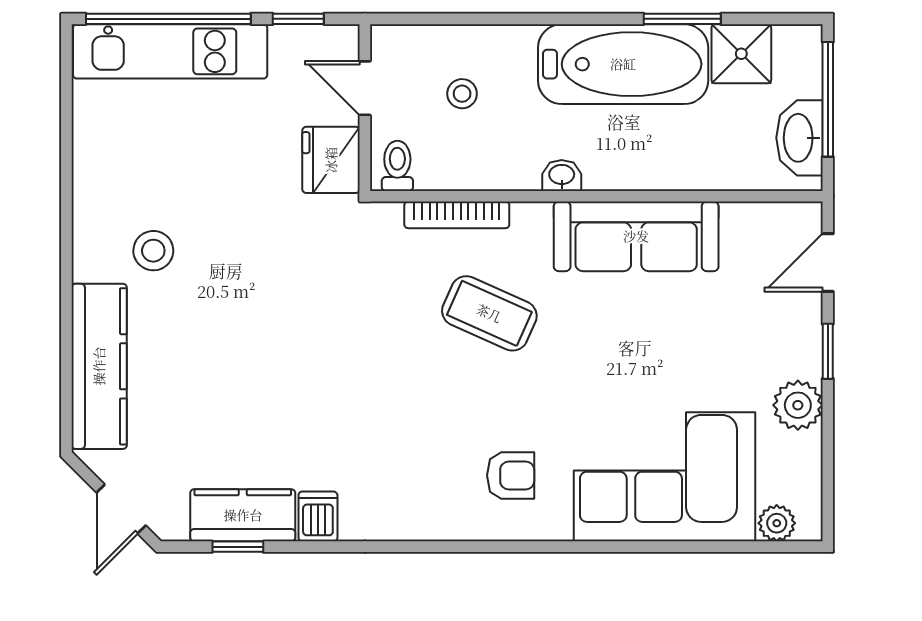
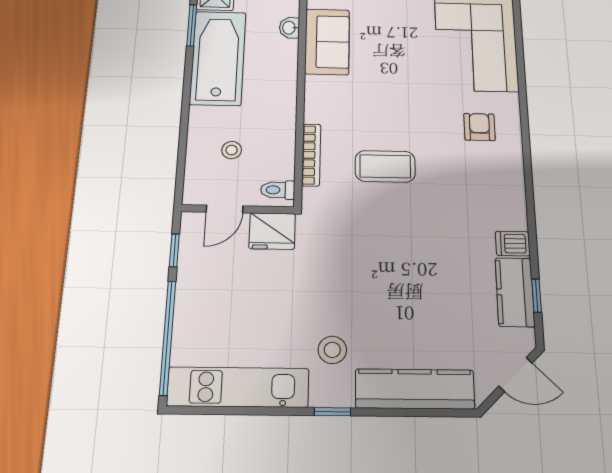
kitchen unit: (170, 51) -> (238, 387), moved, turned -90
washbasin: (562, 175) -> (289, 28), moved
sofa: (636, 236) -> (327, 42), width x0.73
window: (66, 252) -> (333, 412), added
coffee table: (489, 313) -> (385, 166), moved, turned 66

